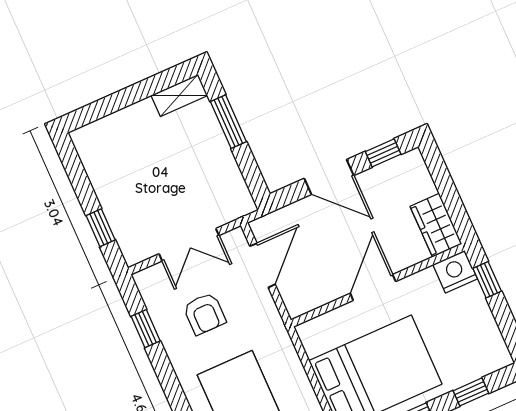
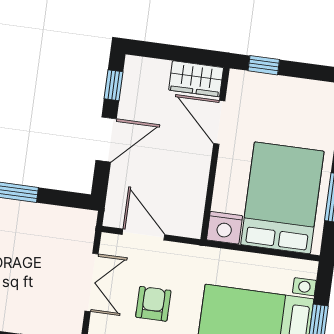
nightstand: (455, 272) -> (224, 228), moved, turned -90
door: (373, 287) -> (219, 122), moved
armchair: (204, 314) -> (153, 304), turned -90

